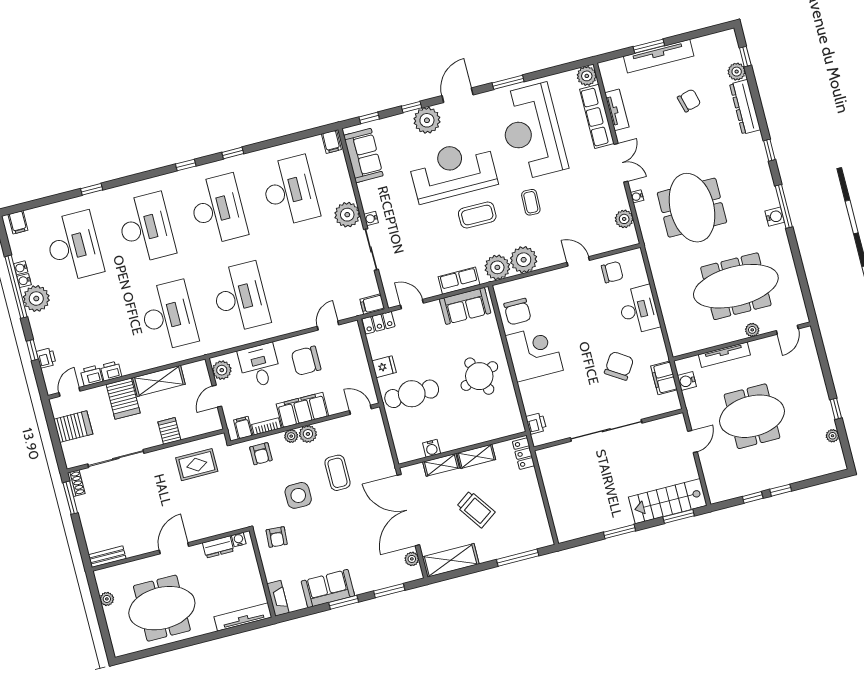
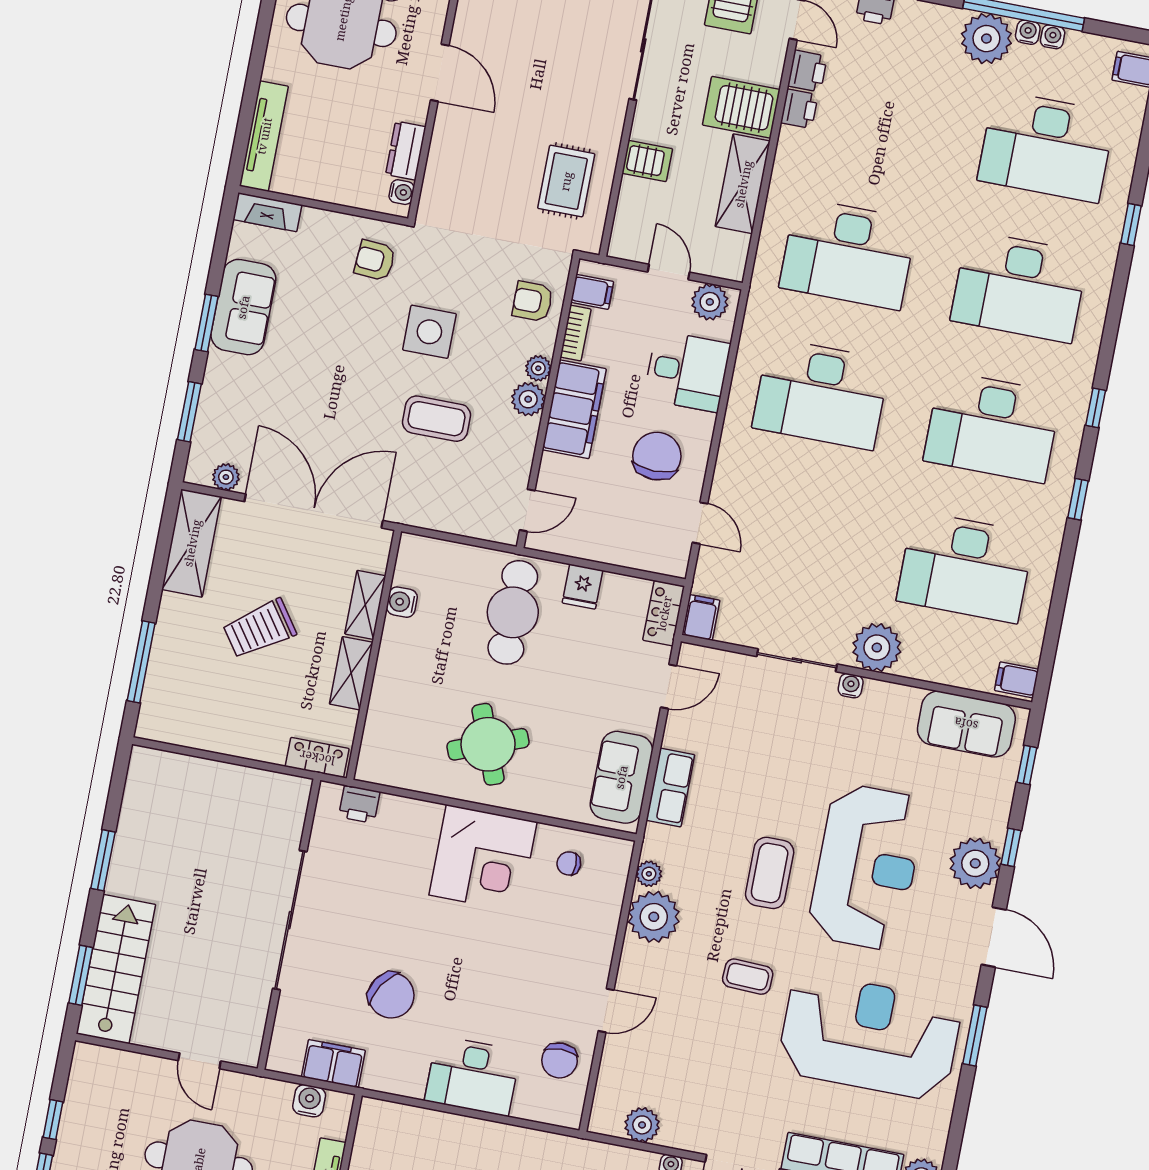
plant: (497, 267) -> (649, 874), width x0.53, depth x0.53
chair: (517, 312) -> (569, 863), width x0.54, depth x0.54

